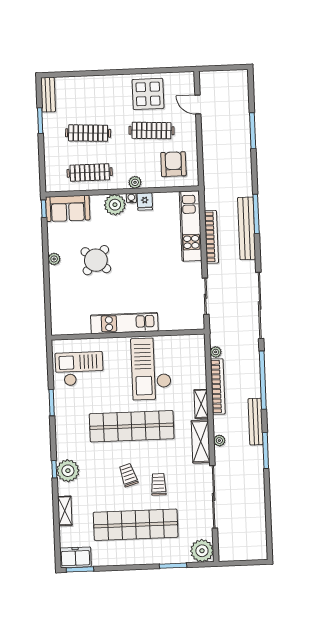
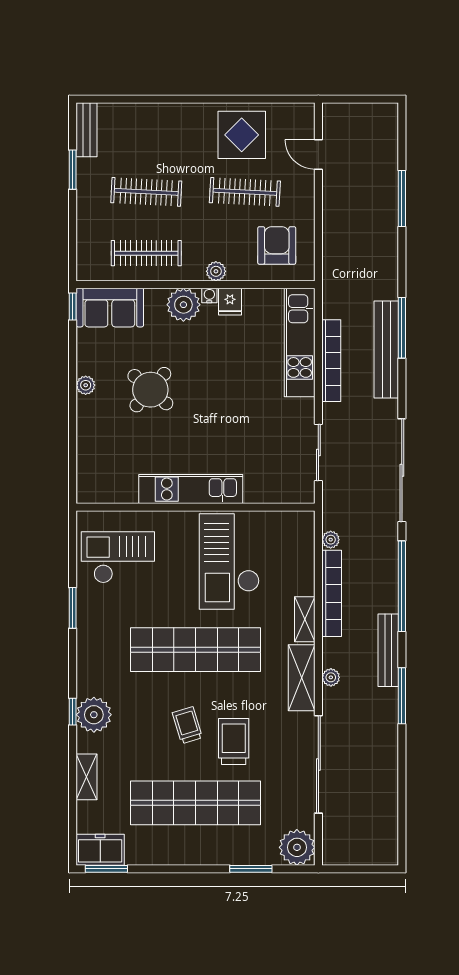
trolley: (159, 484) -> (234, 742), width x1.36, depth x1.39

